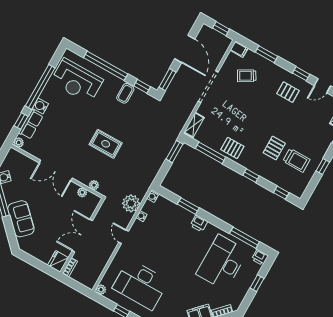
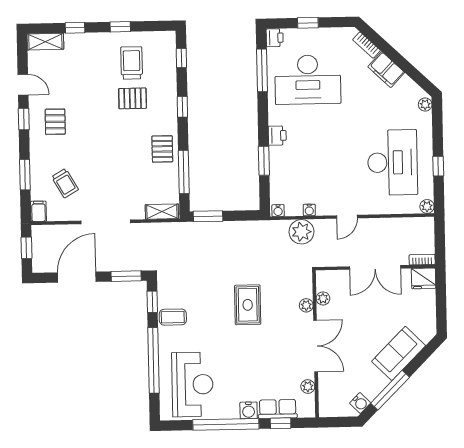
plant: (19, 143) -> (308, 387), moved
plant: (94, 185) -> (306, 305), moved

